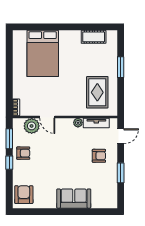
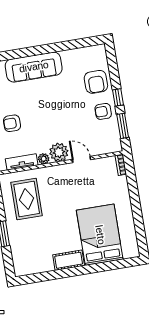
cot: (94, 37) -> (69, 260), moved
plant: (32, 126) -> (59, 152), moved
armchair: (24, 195) -> (96, 82), moved
sofa: (74, 199) -> (34, 67), width x1.36

